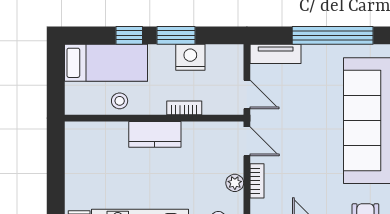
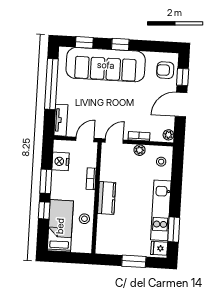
nightstand: (190, 57) -> (61, 161), moved
window: (56, 184) -> (134, 261), added

